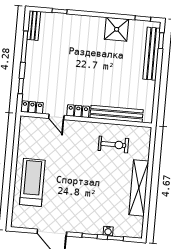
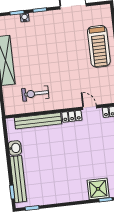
shower: (117, 29) -> (98, 189), moved
washbasin: (148, 89) -> (15, 148), added

